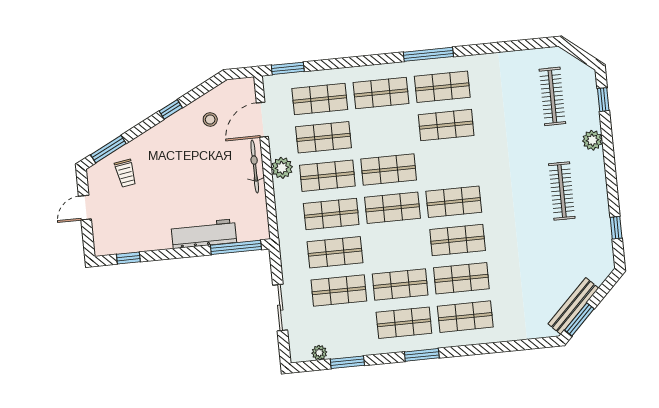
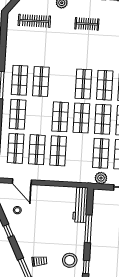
bicycle: (255, 166) -> (47, 190), removed
plant: (282, 168) -> (101, 178), moved
clothes rail: (562, 191) -> (87, 24), width x0.73
shop shelf: (331, 214) -> (103, 119), moved
stool: (136, 227) -> (70, 260), added
workbench: (204, 234) -> (80, 205), moved
window: (236, 247) -> (88, 229), moved

